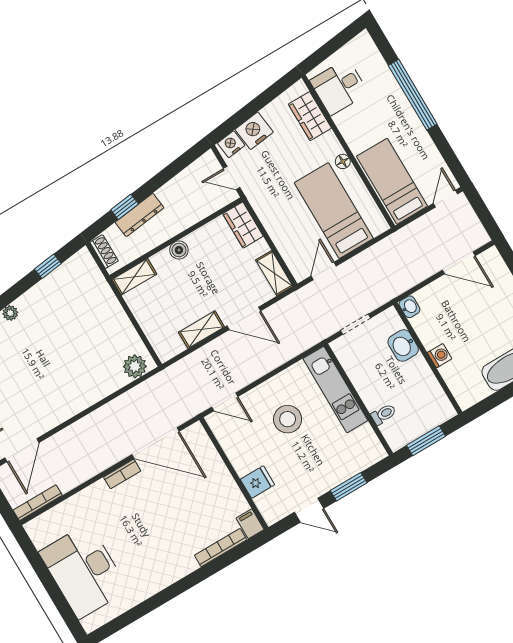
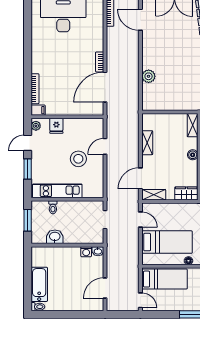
door: (244, 318) -> (140, 178), moved
washbasin: (403, 346) -> (55, 237), moved
washing machine: (440, 356) -> (86, 252), moved
plant: (135, 366) -> (149, 76), moved
kitchen unit: (335, 390) -> (57, 191), moved
door: (225, 402) -> (105, 146), moved
plant: (276, 513) -> (36, 126), added

